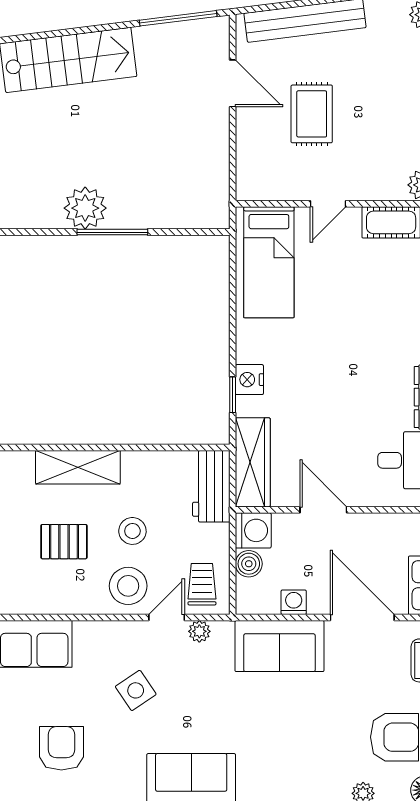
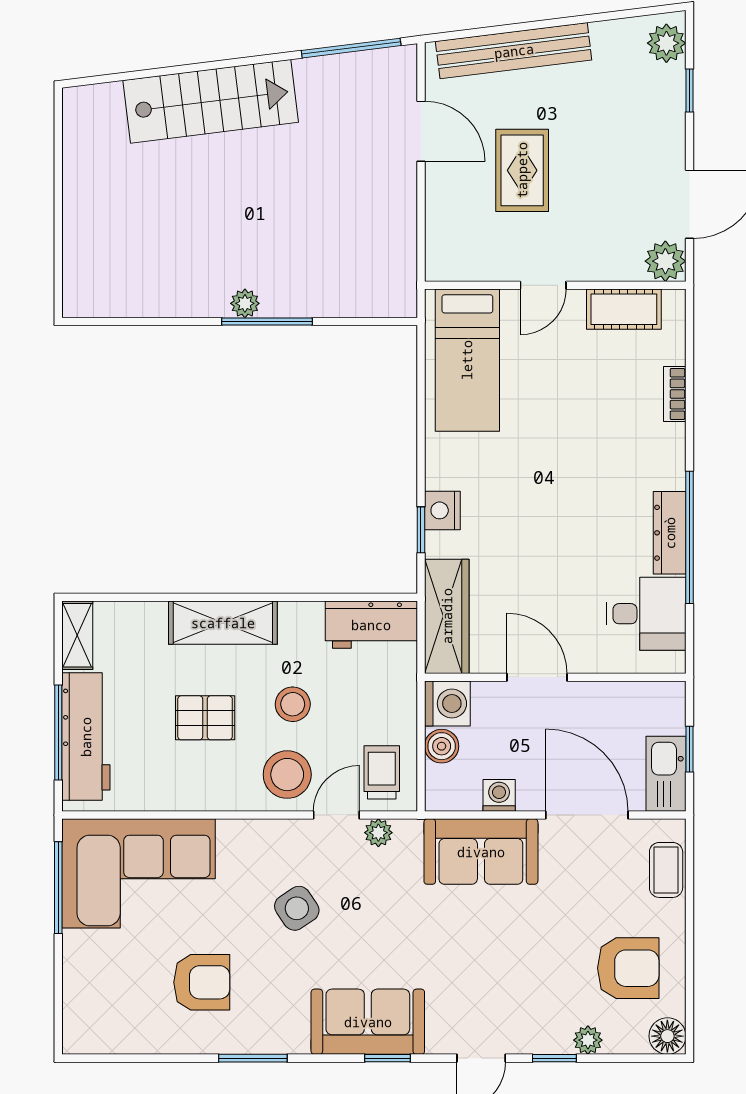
plant: (85, 208) -> (245, 303), width x0.53, depth x0.53
workbench: (211, 486) -> (371, 625), moved, turned -90
armchair: (61, 748) -> (202, 982), turned 90

